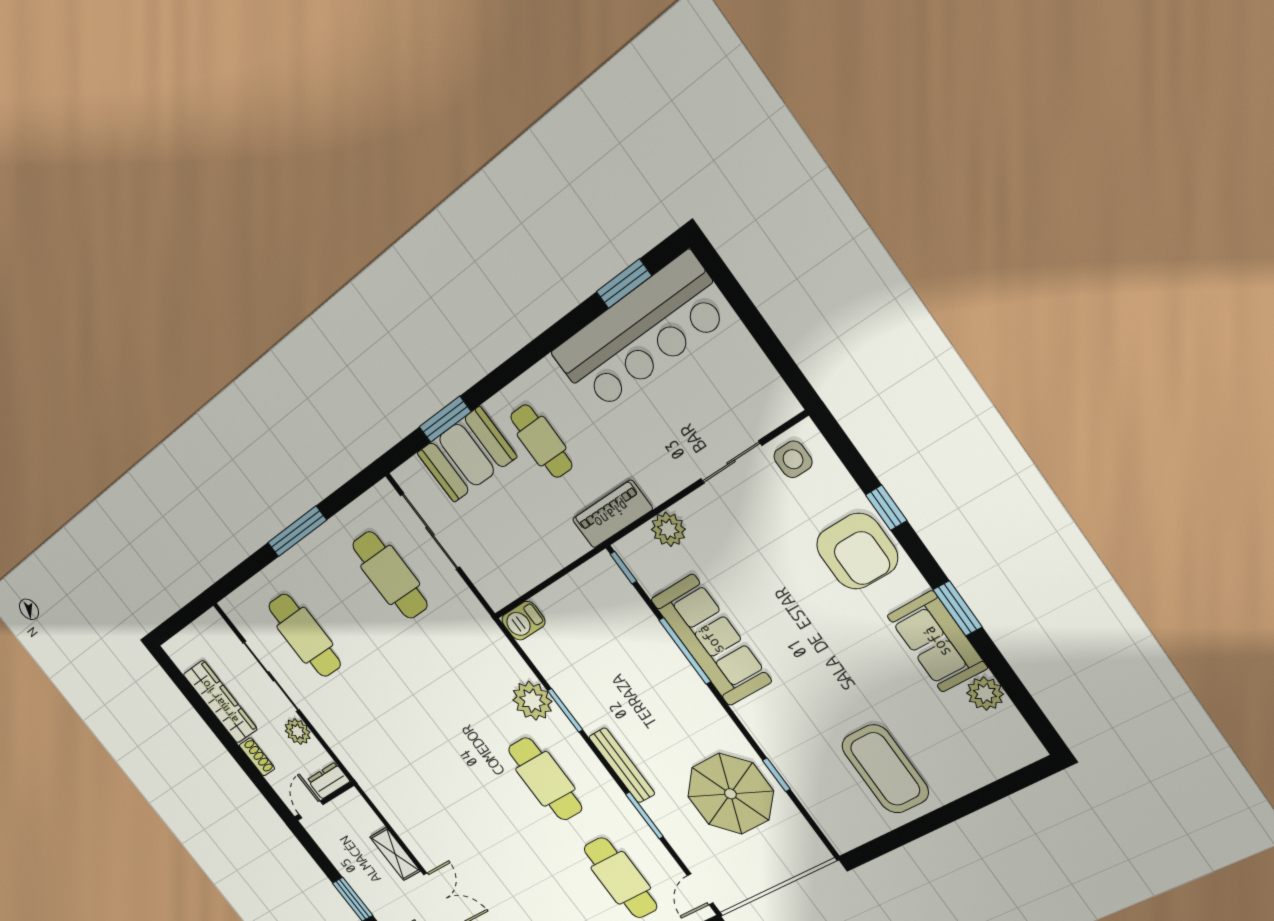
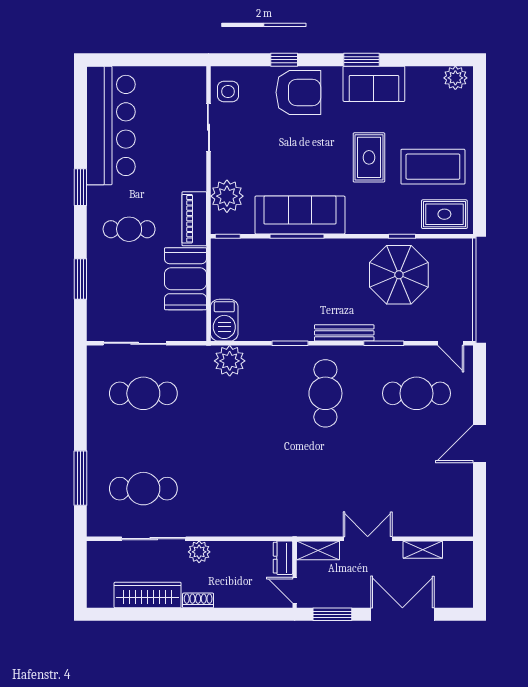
window: (624, 284) -> (80, 187), moved
booth: (467, 455) -> (186, 279), moved
plant: (668, 529) -> (227, 196), width x1.36, depth x1.36
window: (297, 531) -> (80, 478), moved
barbecue: (523, 621) -> (224, 320), width x1.38, depth x1.27
rug: (840, 686) -> (369, 157), added
plant: (985, 694) -> (455, 78), moved
plant: (532, 701) -> (230, 361), moved
cafe table: (545, 779) -> (325, 393), turned 90
dresser: (329, 781) -> (283, 558), moved
wall: (324, 801) -> (295, 574), moved
door: (311, 809) -> (295, 590), moved
rug: (838, 811) -> (444, 214), added

